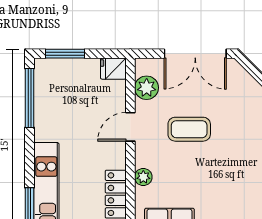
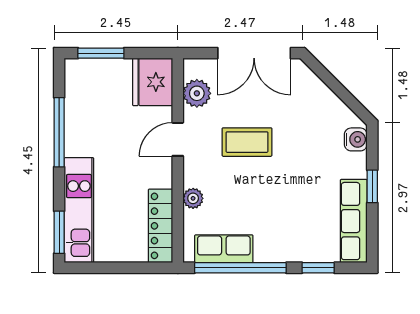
fridge: (113, 69) -> (153, 82), width x1.88, depth x1.34
window: (29, 98) -> (59, 132), moved

